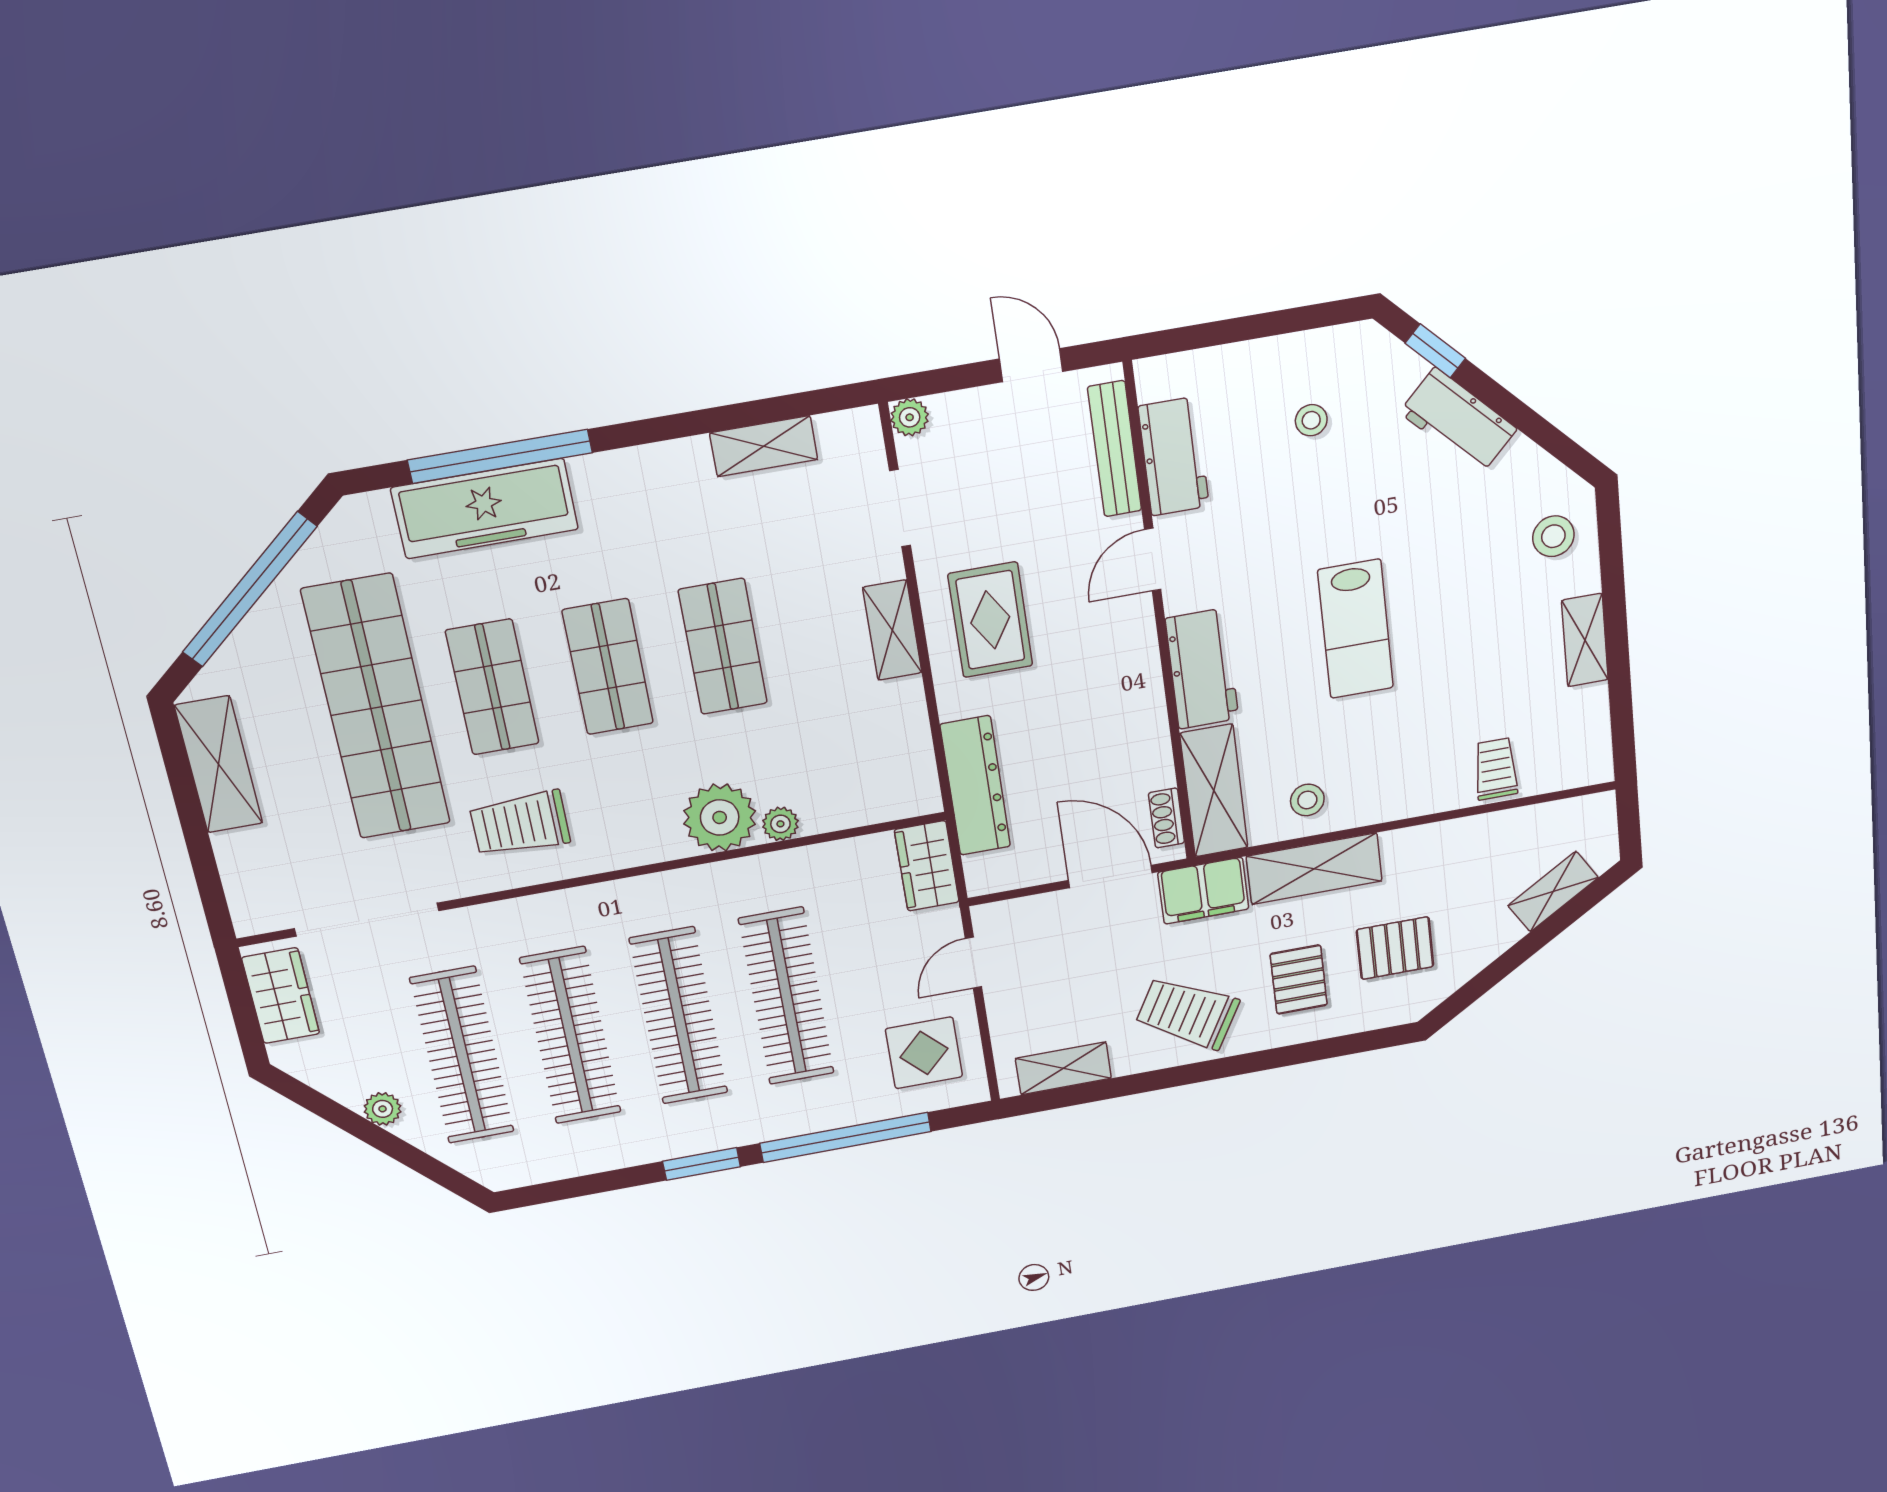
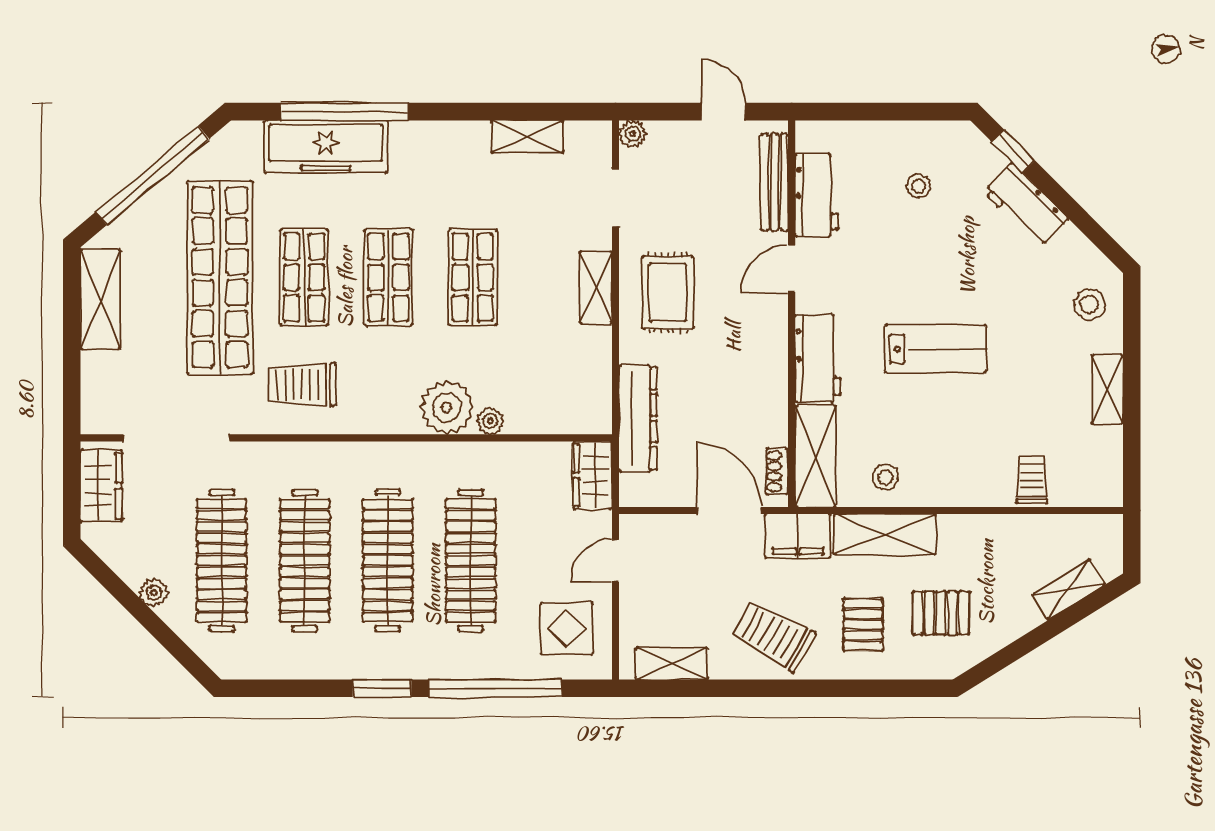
lab bench: (1356, 629) -> (935, 349), turned -90

